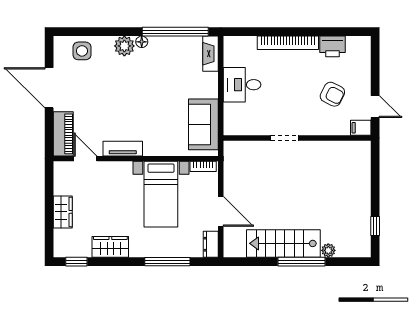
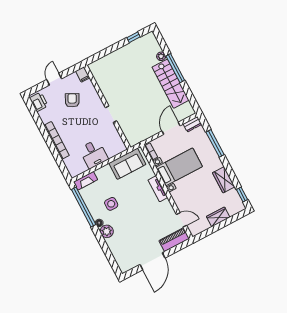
printer: (332, 46) -> (39, 102), moved
side table: (82, 51) -> (111, 204), moved
door: (375, 107) -> (54, 79), moved
tv unit: (123, 149) -> (158, 189), moved
door: (85, 159) -> (181, 220), swing flipped

